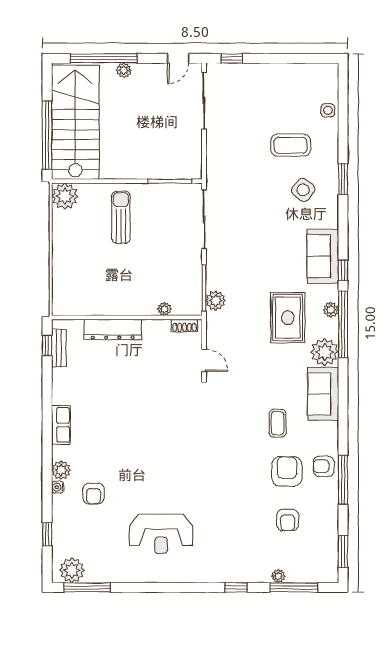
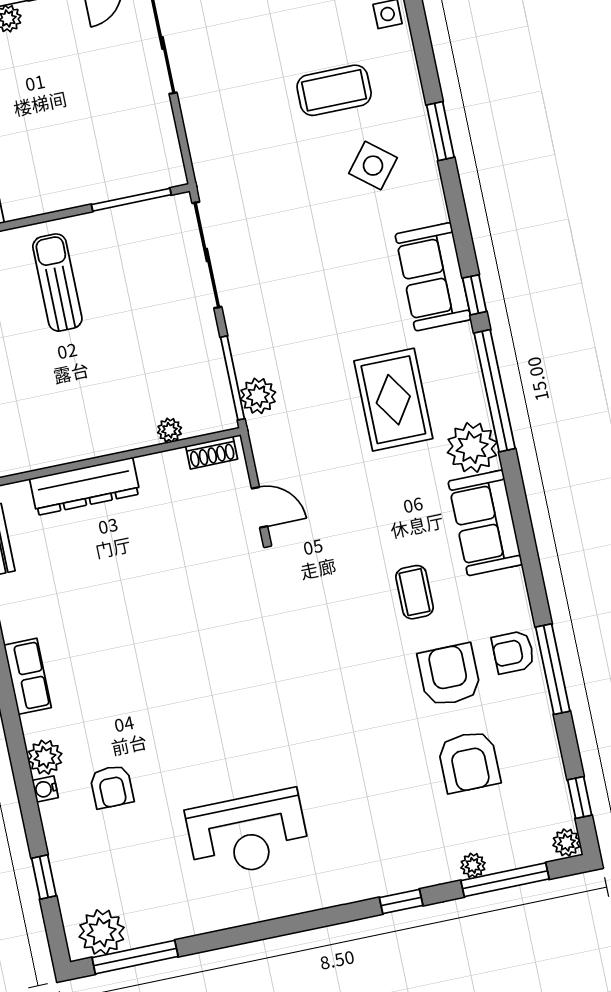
plant: (331, 310) -> (566, 843), moved
armchair: (288, 520) -> (469, 762), width x1.38, depth x1.38
window: (343, 552) -> (580, 798), width x0.67

